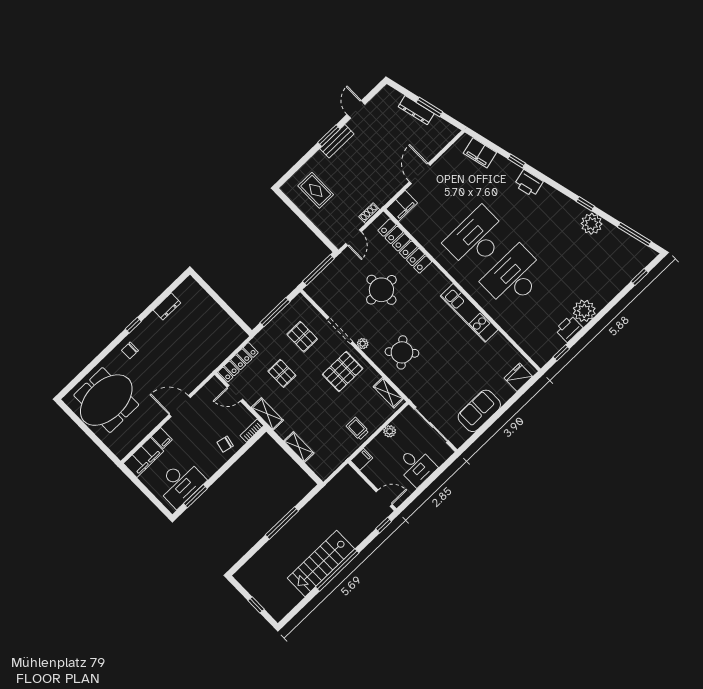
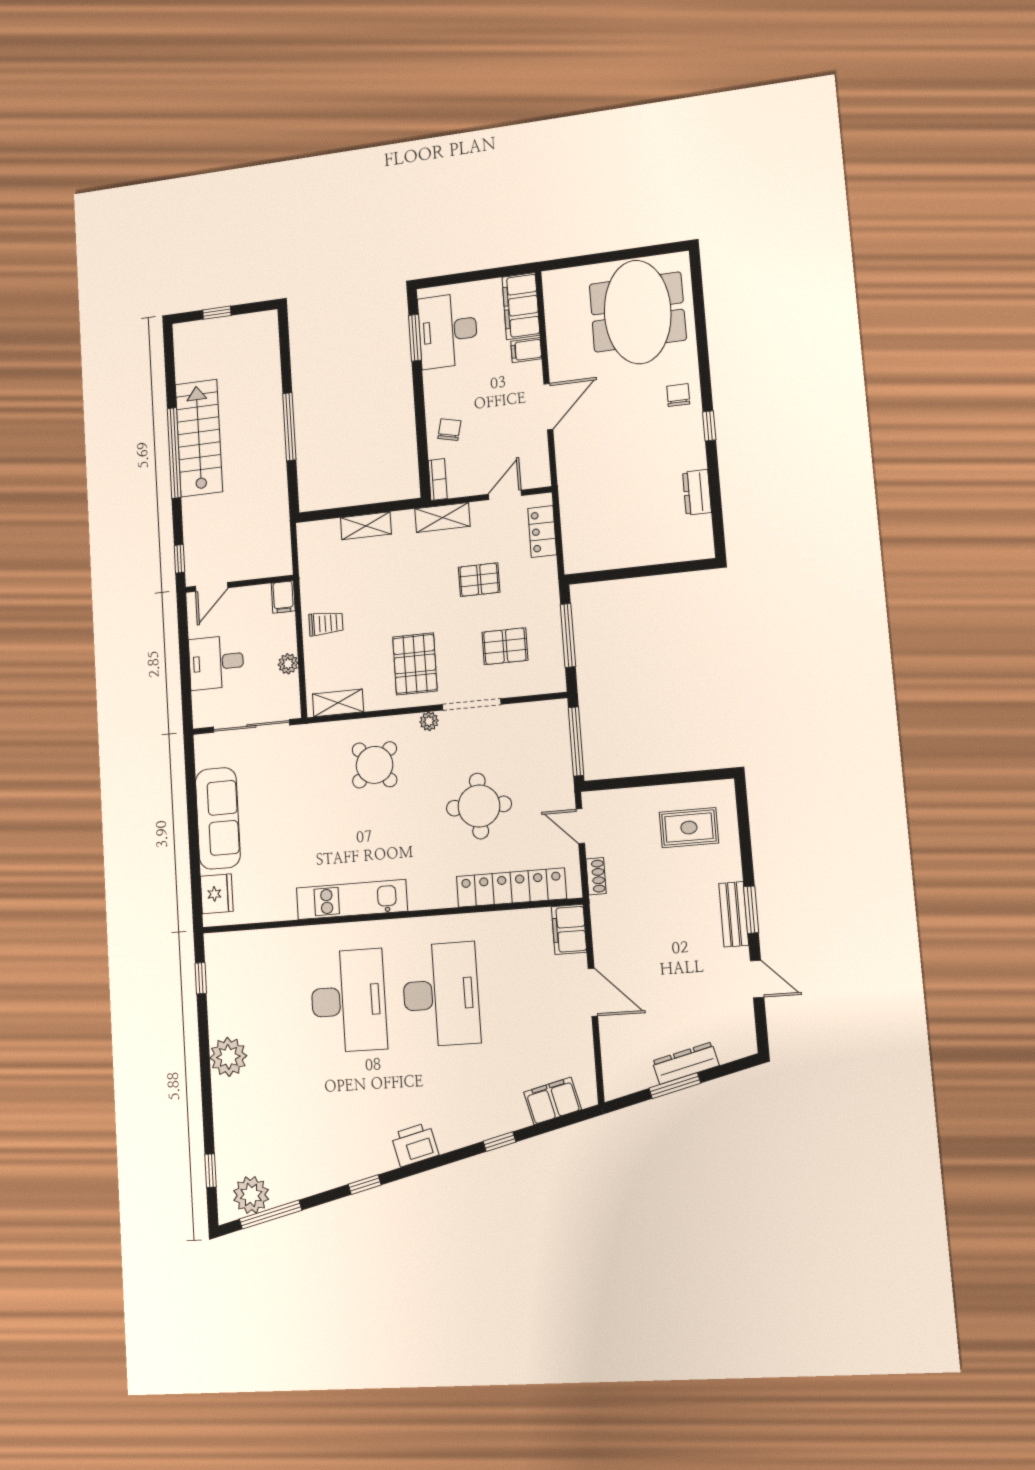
printer: (529, 183) -> (415, 1145), moved
plant: (592, 224) -> (251, 1195), moved
printer: (569, 329) -> (223, 1016), removed
locker: (238, 362) -> (542, 532), width x0.66
sofa: (479, 411) -> (218, 818), width x1.36

